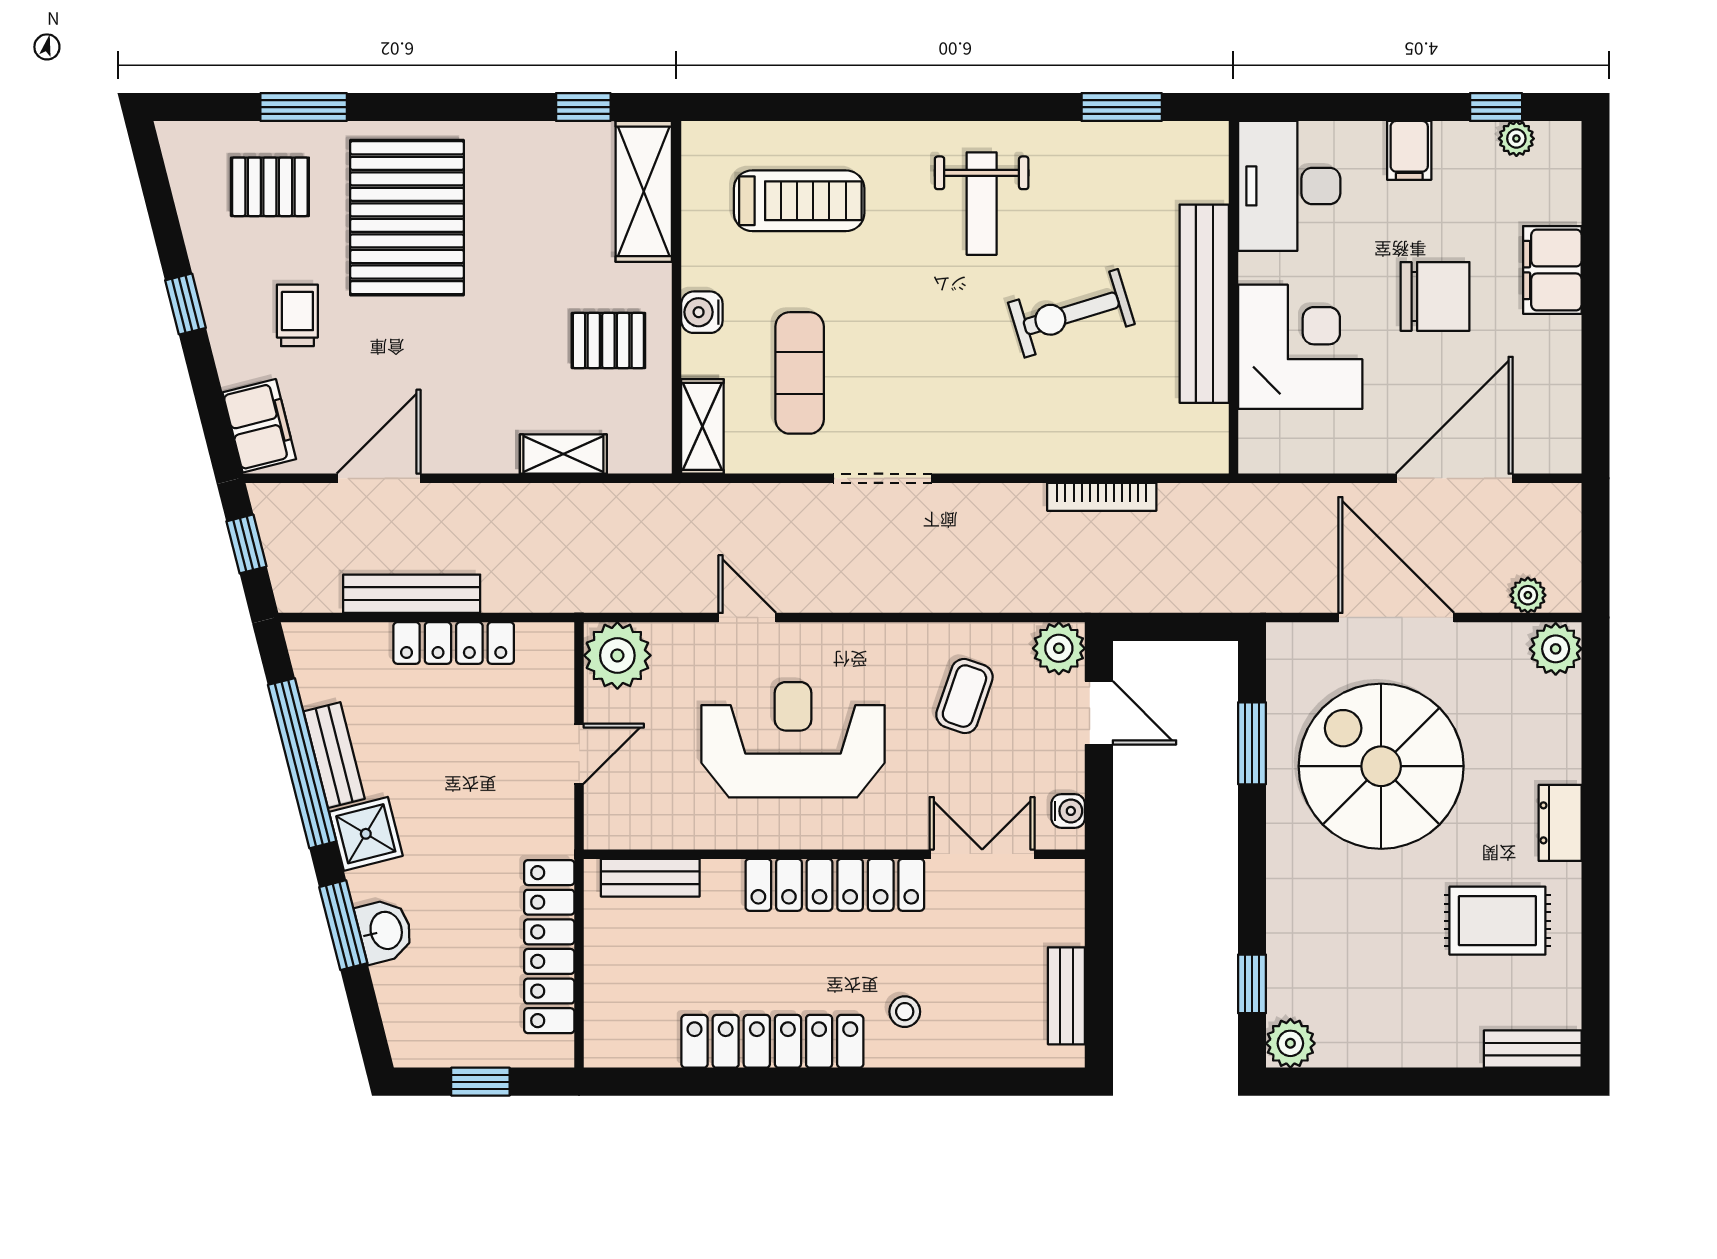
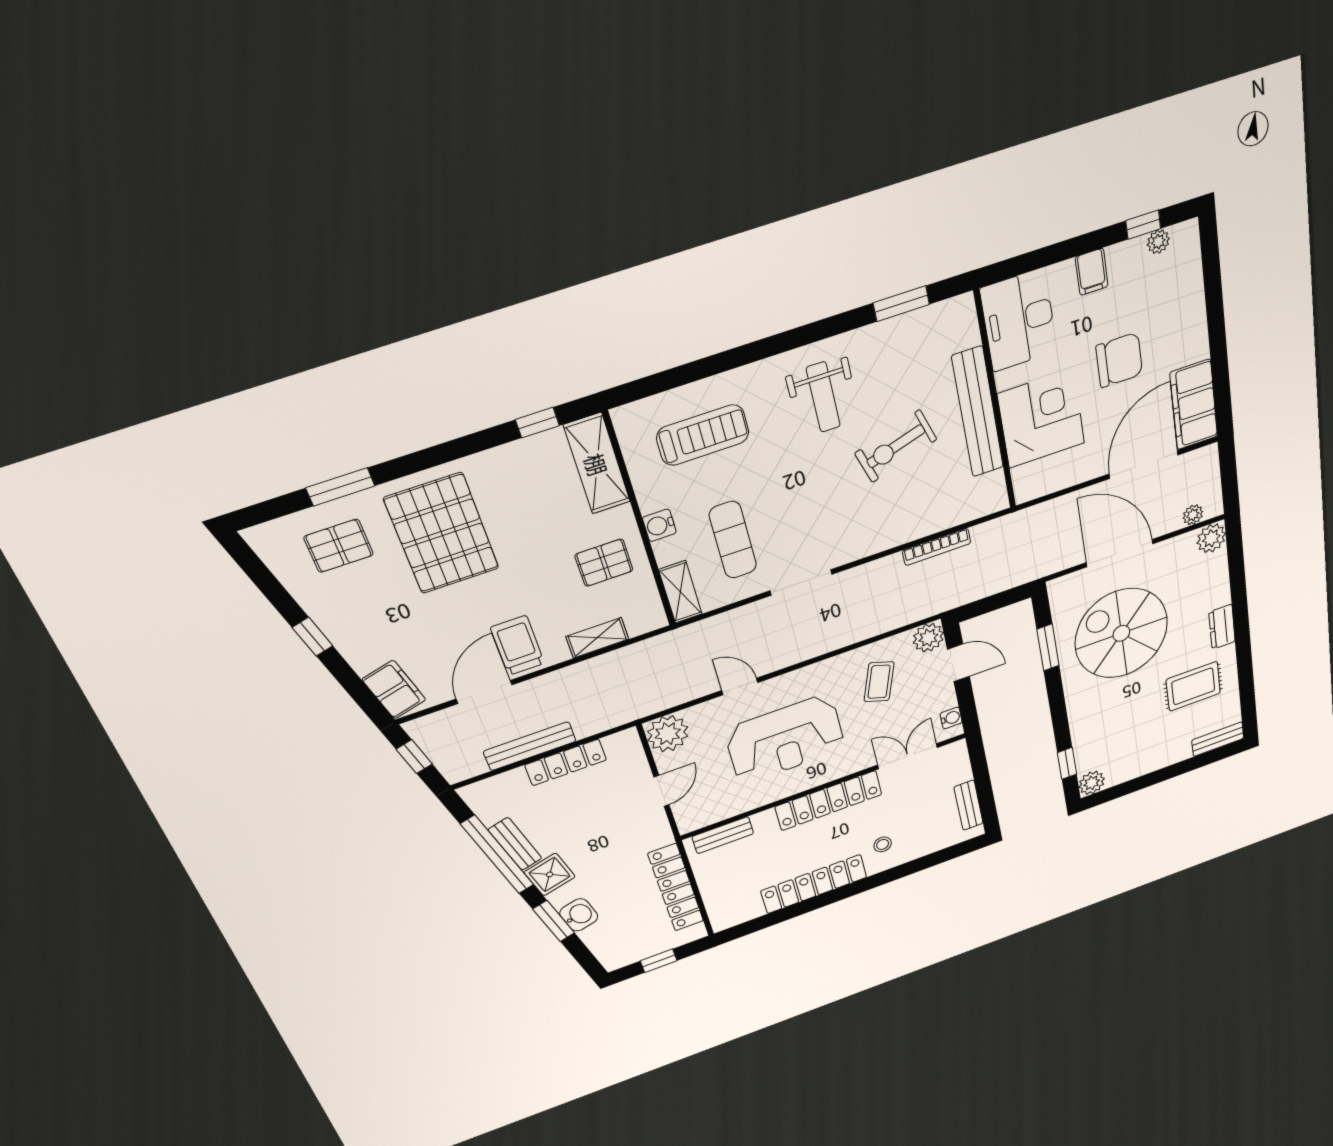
filing cabinet: (1552, 270) -> (1194, 405), moved, width x1.50, depth x1.17
trolley: (297, 315) -> (518, 645), moved, width x1.36, depth x1.39
reception desk: (793, 740) -> (785, 739), turned 180

